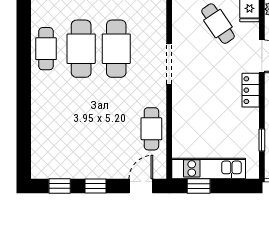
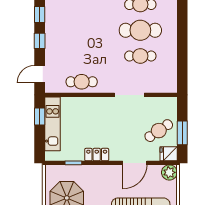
cafe table: (116, 49) -> (140, 56), width x0.73, depth x0.74
locker: (251, 90) -> (97, 155), moved
door: (141, 186) -> (40, 74), swing flipped

